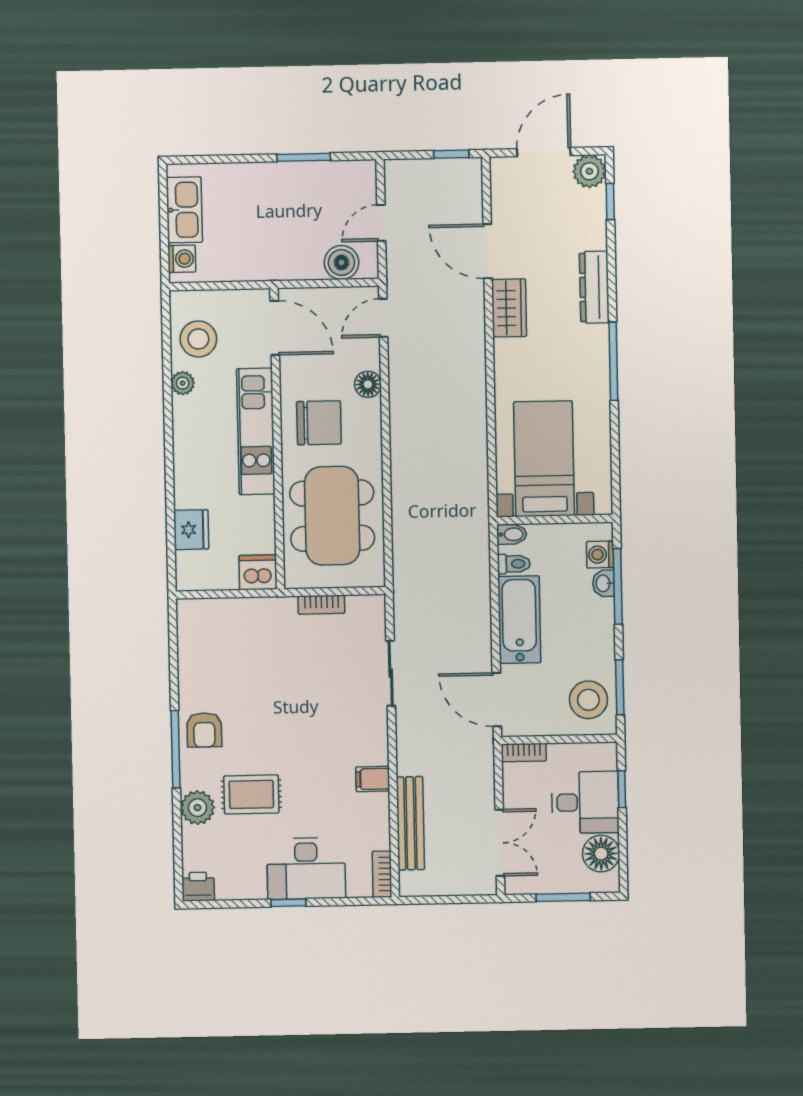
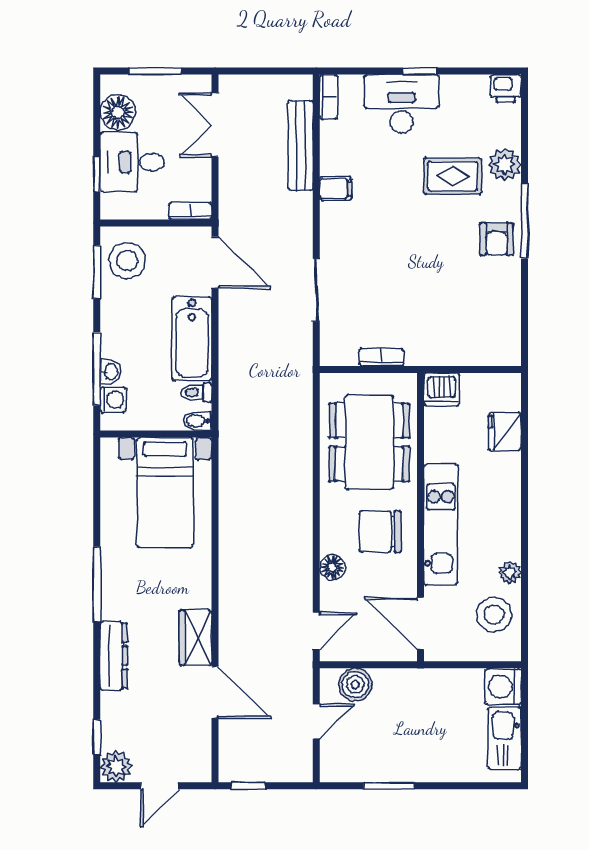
door: (544, 152) -> (159, 786), width x0.73
washing machine: (182, 259) -> (503, 687), width x1.38, depth x1.38
armchair: (204, 730) -> (497, 239), turned 180

